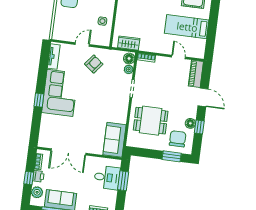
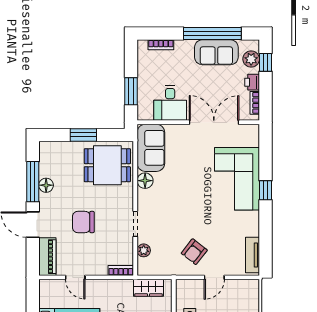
floor lamp: (129, 58) -> (145, 181), moved
corner sofa: (60, 93) -> (237, 179), moved
dining table: (151, 121) -> (107, 165), moved
window: (199, 127) -> (33, 182), width x2.17
chair: (178, 139) -> (83, 222), moved, turned 90
window: (172, 156) -> (83, 135), moved
desk: (107, 177) -> (170, 103), moved, turned -90
window: (29, 178) -> (266, 62), moved

